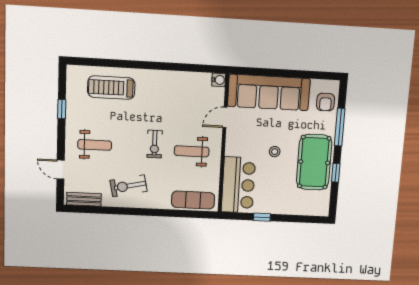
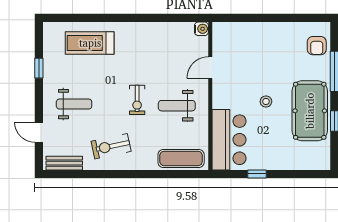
sofa: (269, 92) -> (255, 39), removed

